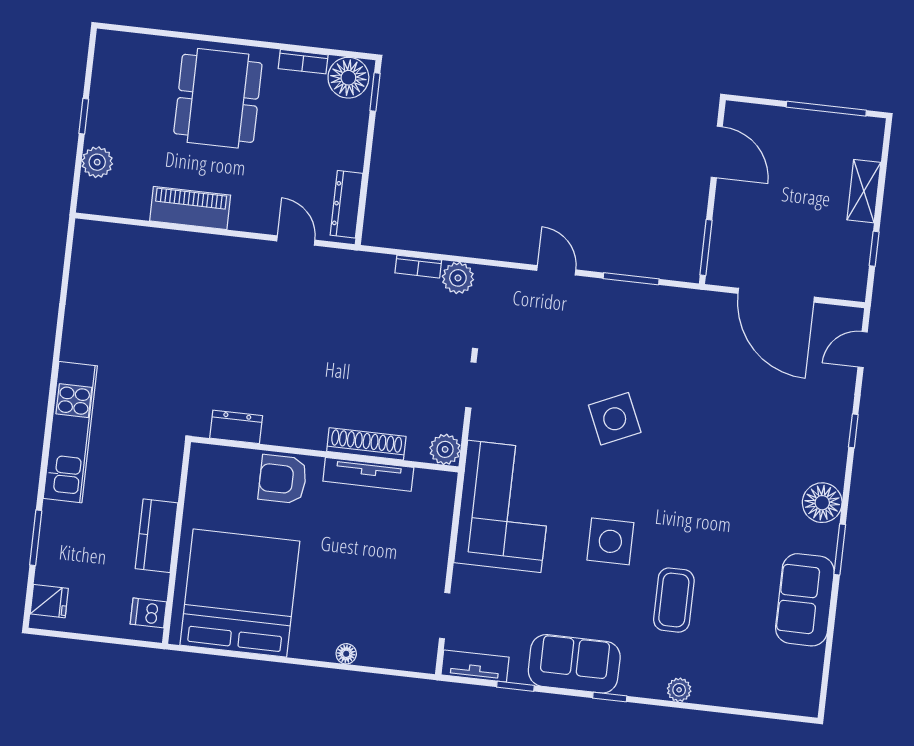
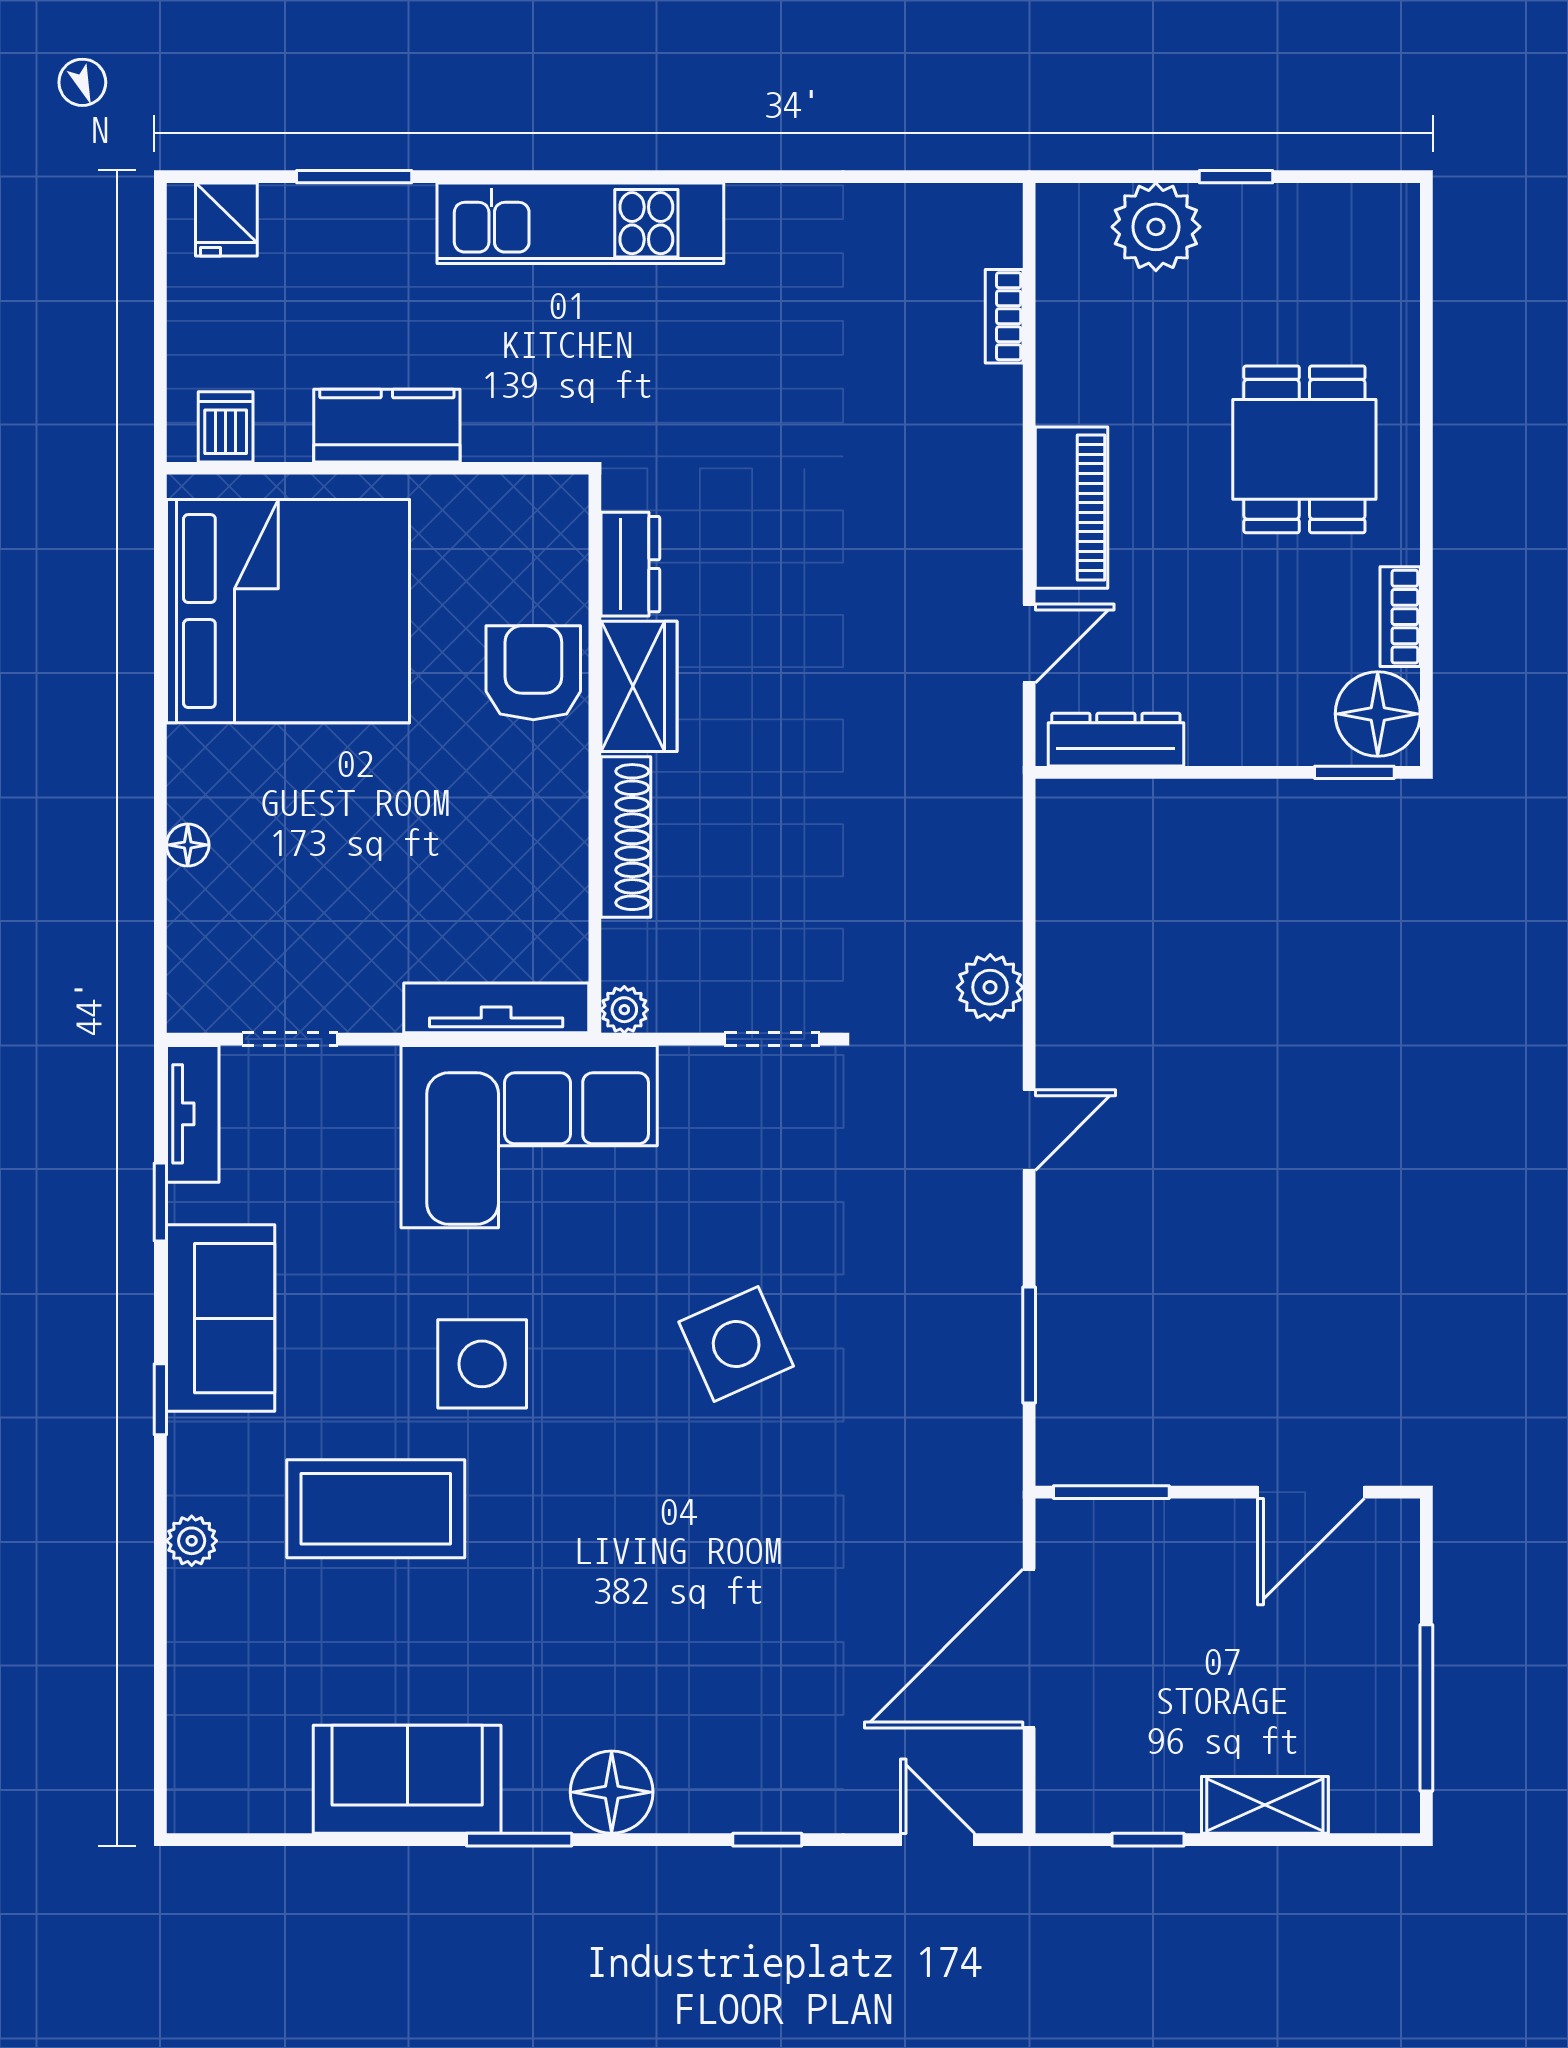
dining table: (218, 98) -> (1304, 449), width x0.73
plant: (97, 162) -> (1156, 227), width x1.36, depth x1.36
piano: (190, 208) -> (1071, 508), moved
bookcase: (418, 267) -> (1004, 316), moved
door: (556, 270) -> (1029, 1130), moved
wardrobe: (295, 429) -> (639, 686), added
plant: (445, 449) -> (624, 1010), width x0.73, depth x0.73
tv unit: (368, 474) -> (496, 1008), moved, turned 90
coffee table: (674, 600) -> (376, 1509), width x1.36, depth x1.32

